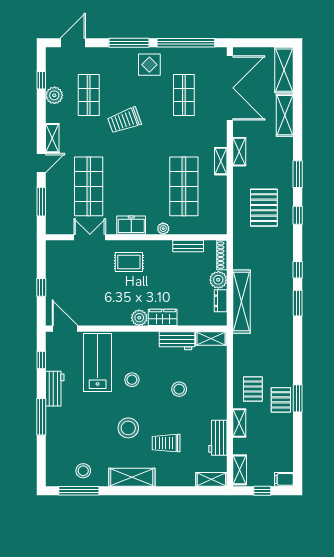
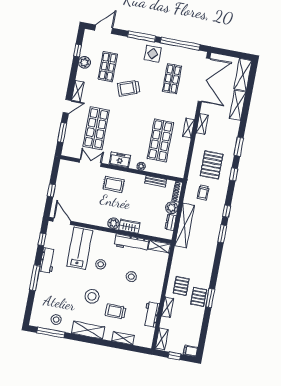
trolley: (259, 249) -> (203, 192), added
workbench: (177, 341) -> (132, 243), width x1.38
shelving: (211, 479) -> (123, 338), moved

